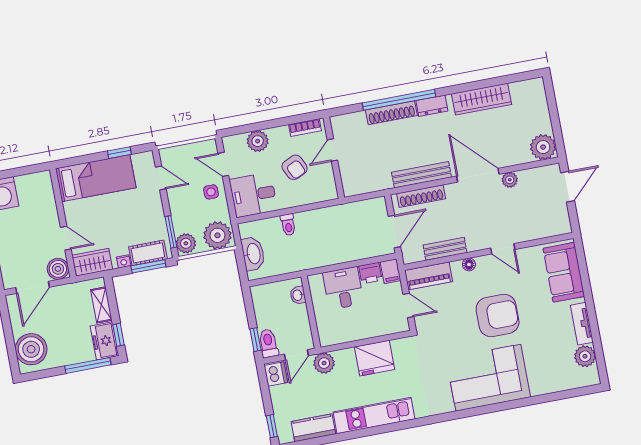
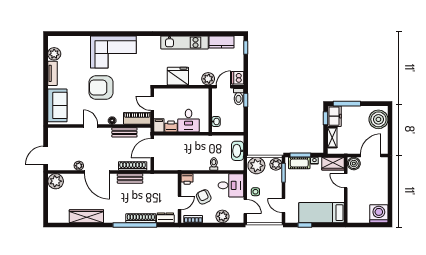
dresser: (432, 106) -> (165, 218), moved
bench: (421, 175) -> (130, 178), width x0.73
printer: (327, 192) -> (187, 179), added

